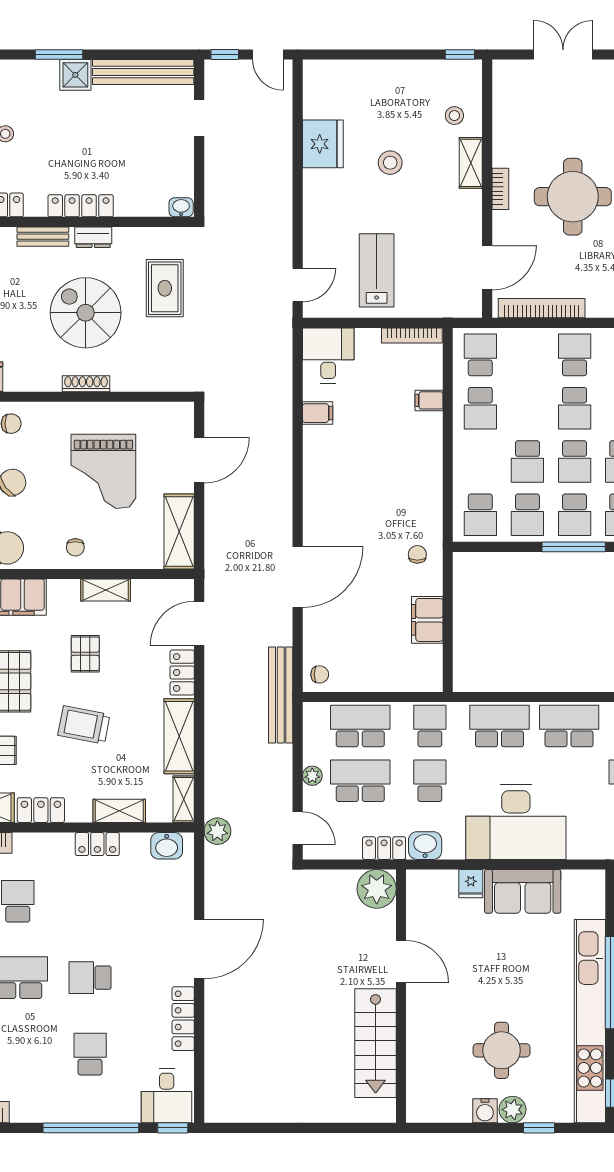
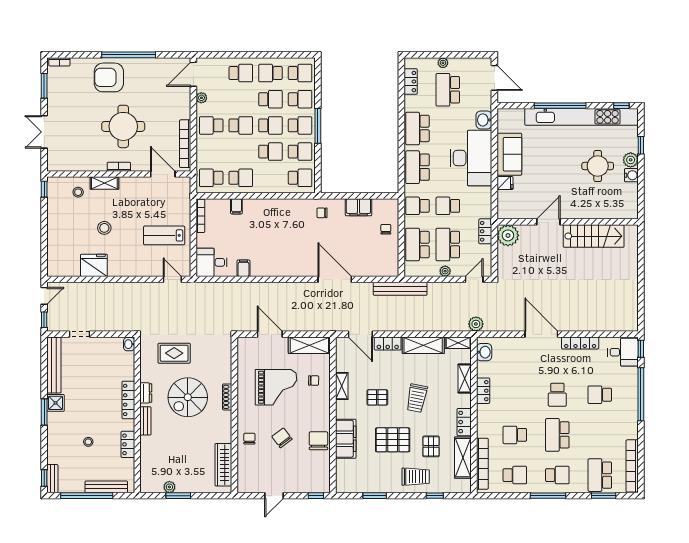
chair: (75, 547) -> (314, 381), moved
chair: (320, 674) -> (386, 229), moved
washbasin: (425, 846) -> (484, 120), moved

